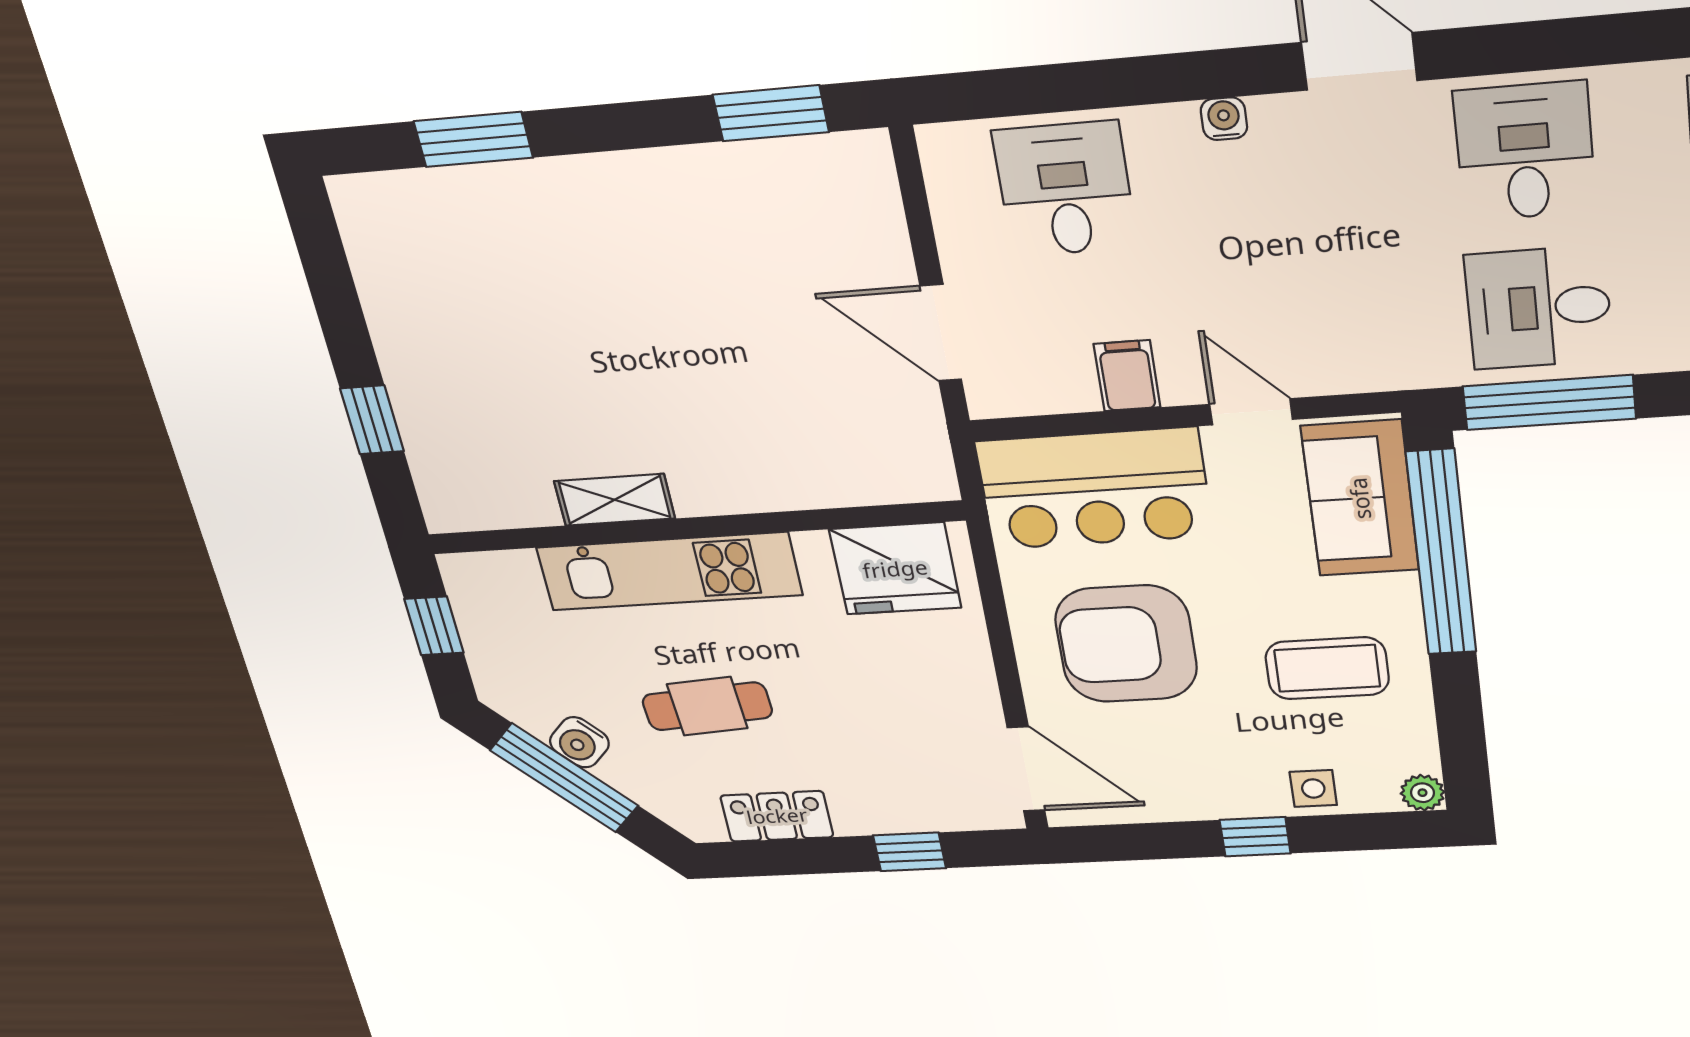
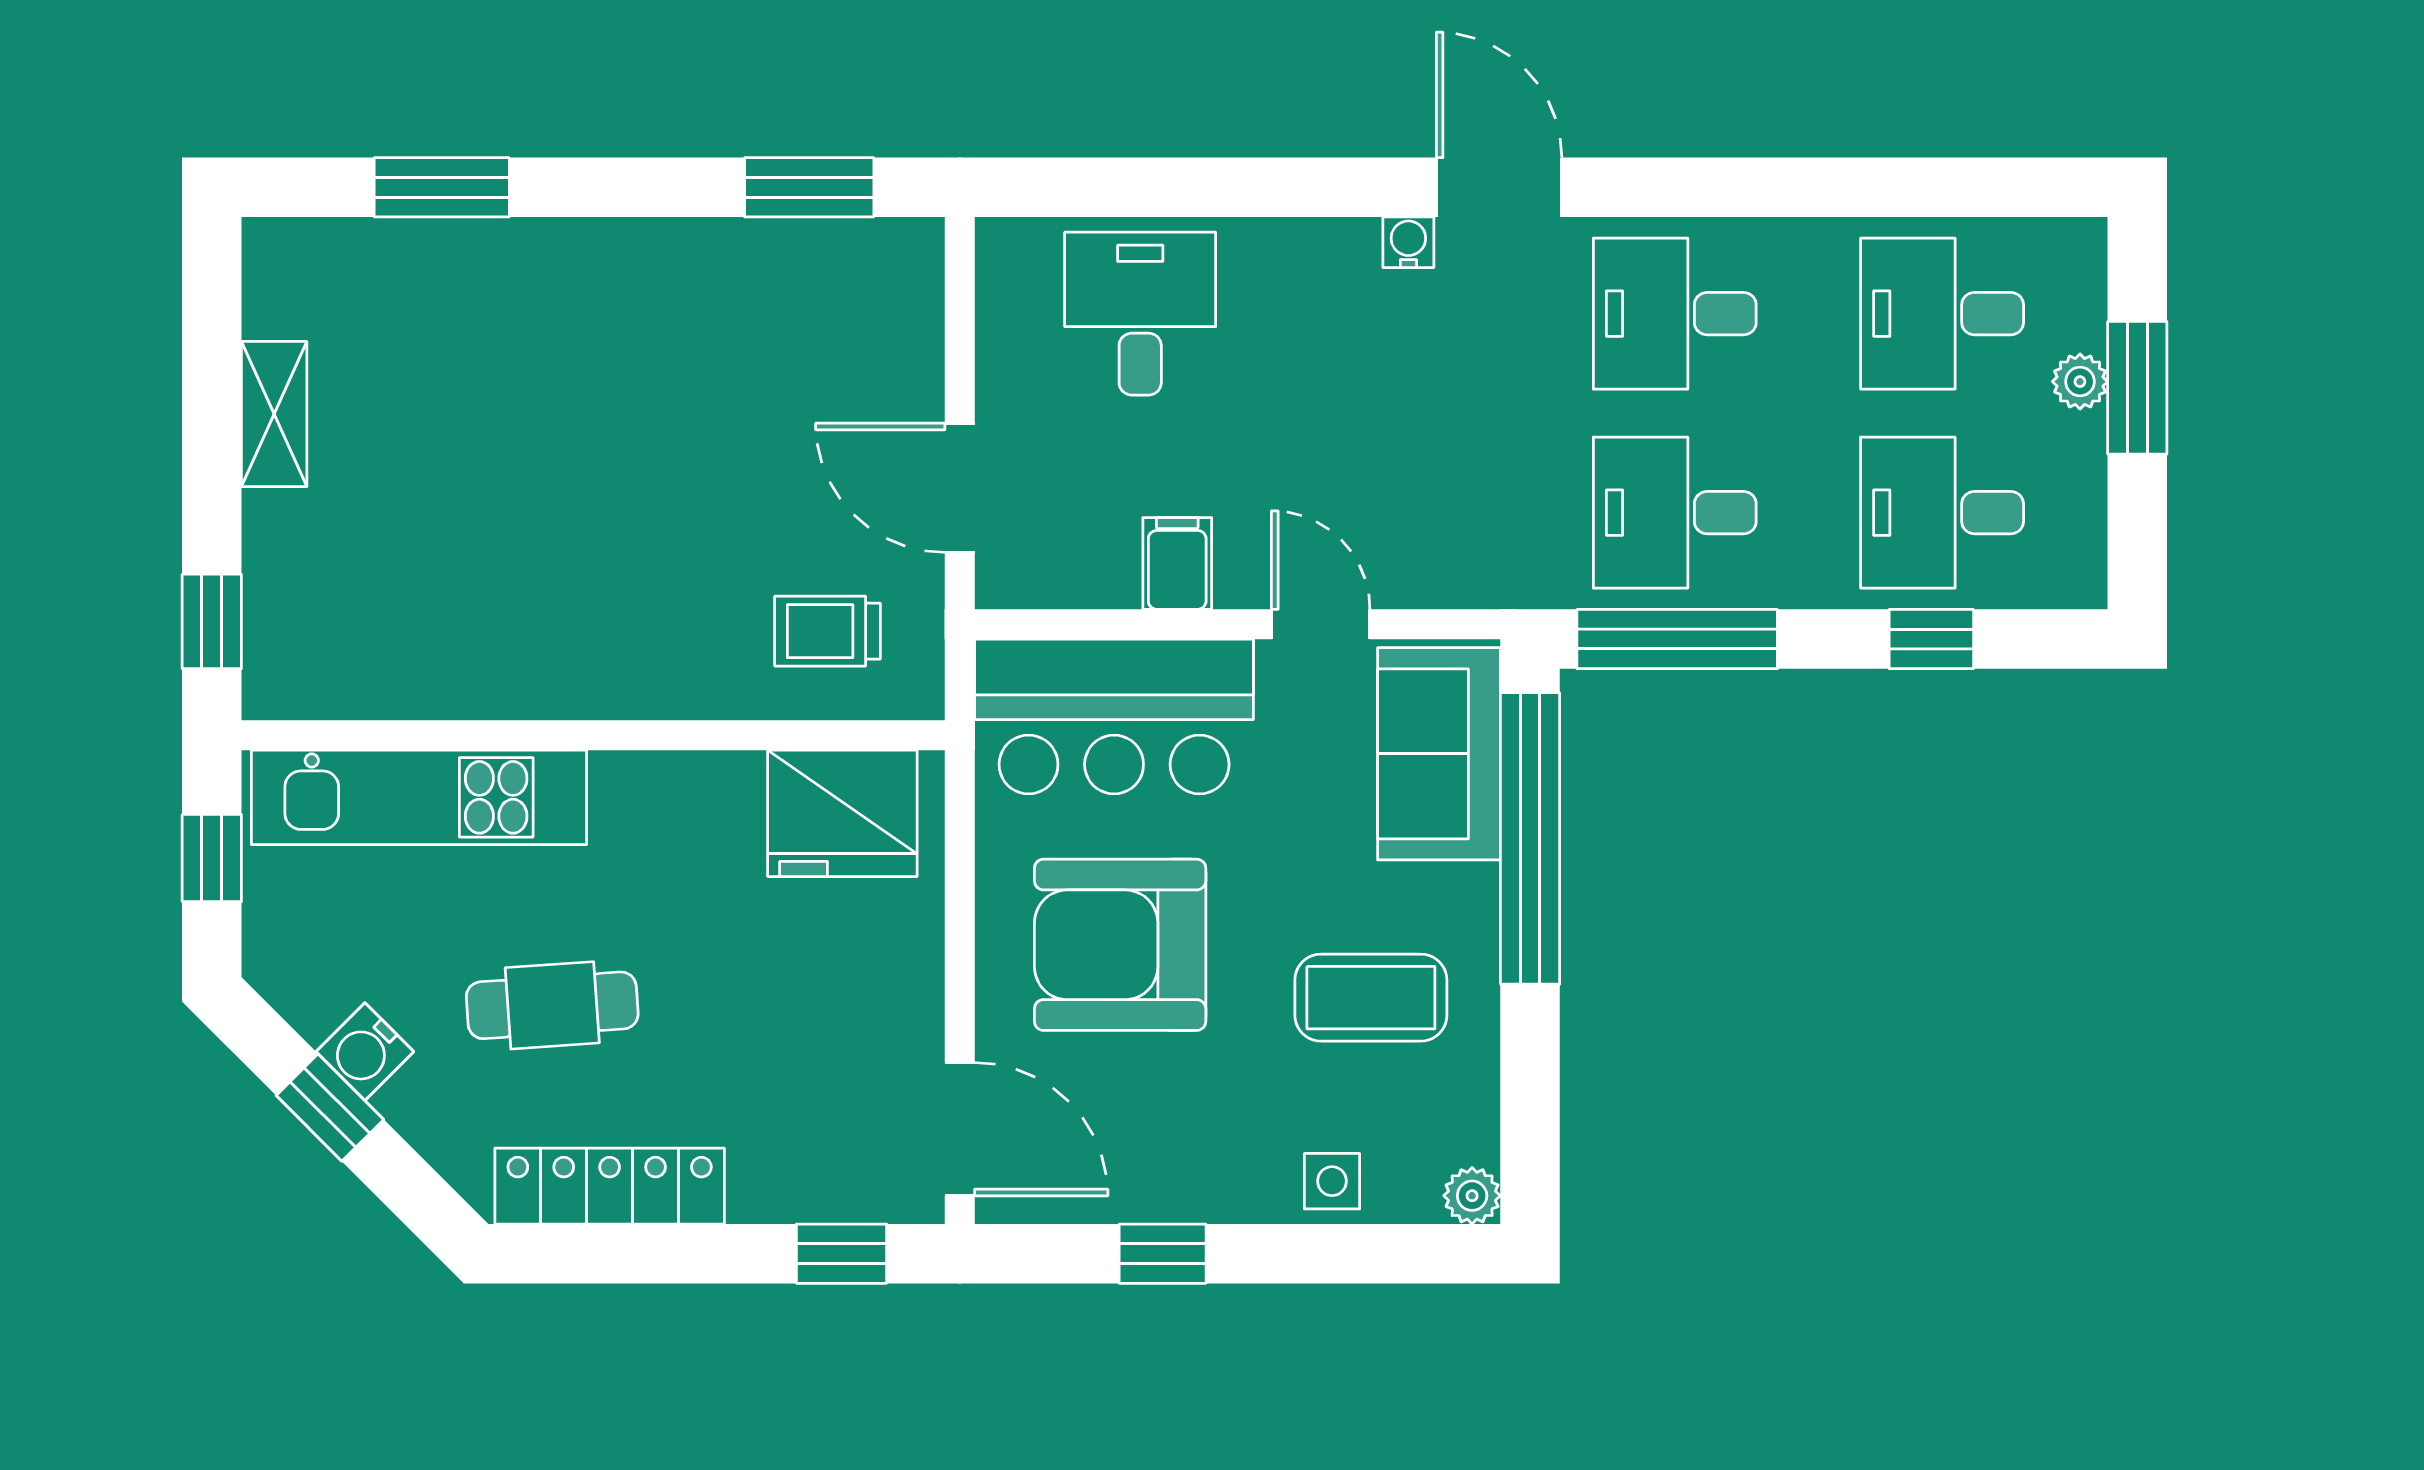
water cooler: (1224, 119) -> (1408, 242), moved
desk: (1525, 152) -> (1675, 314), turned -90
window: (372, 420) -> (212, 621), moved
trolley: (857, 444) -> (827, 631), added
shelving: (615, 500) -> (274, 414), moved, turned 90
kitchen unit: (669, 571) -> (419, 797), moved
window: (564, 778) -> (330, 1108), width x0.46
locker: (777, 816) -> (610, 1186), width x1.53
window: (1255, 837) -> (1163, 1254), moved
window: (910, 852) -> (842, 1254), moved

